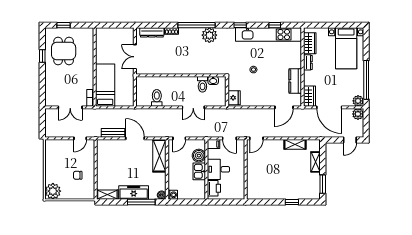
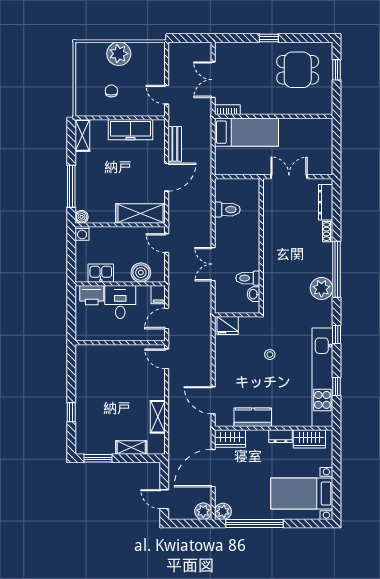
window: (42, 56) -> (269, 38), moved
kitchen sink: (199, 171) -> (101, 273), moved
plant: (53, 191) -> (119, 54), moved
freezer: (134, 193) -> (131, 130), moved, turned 90

